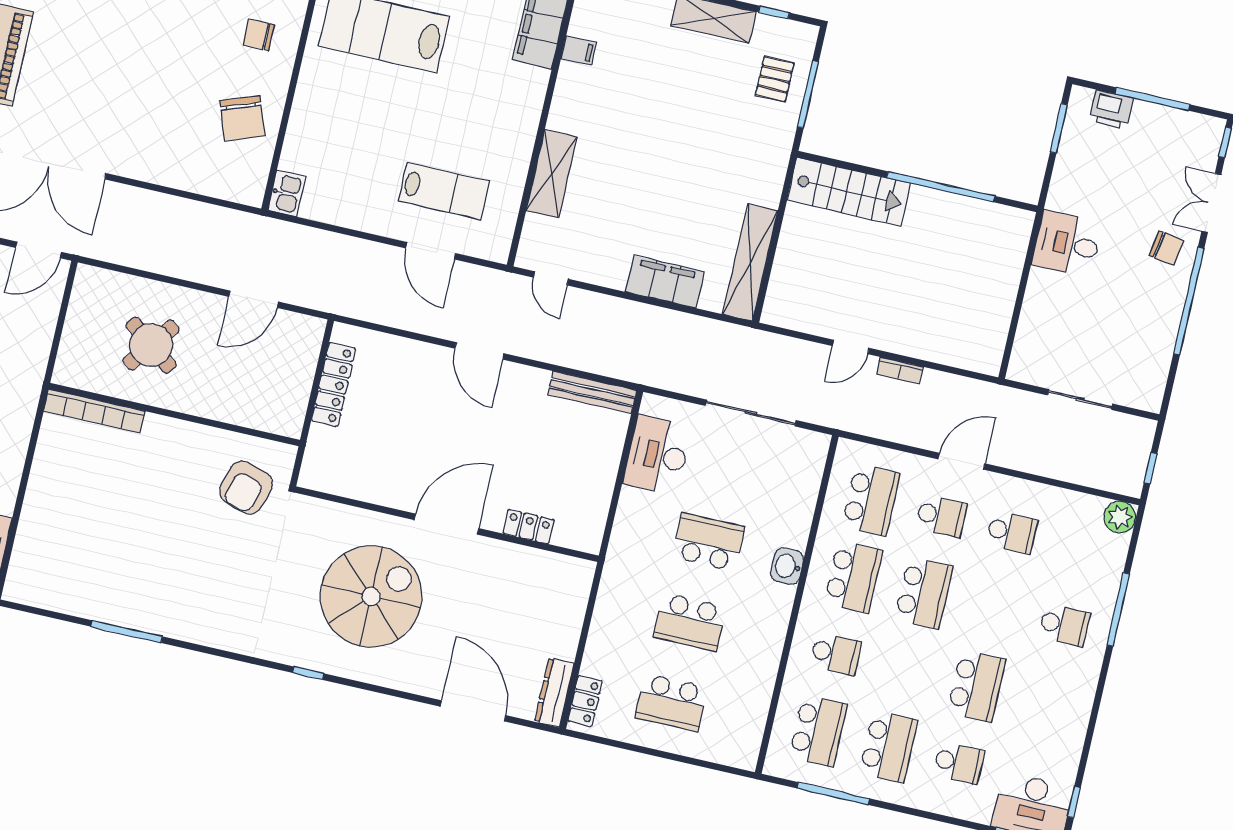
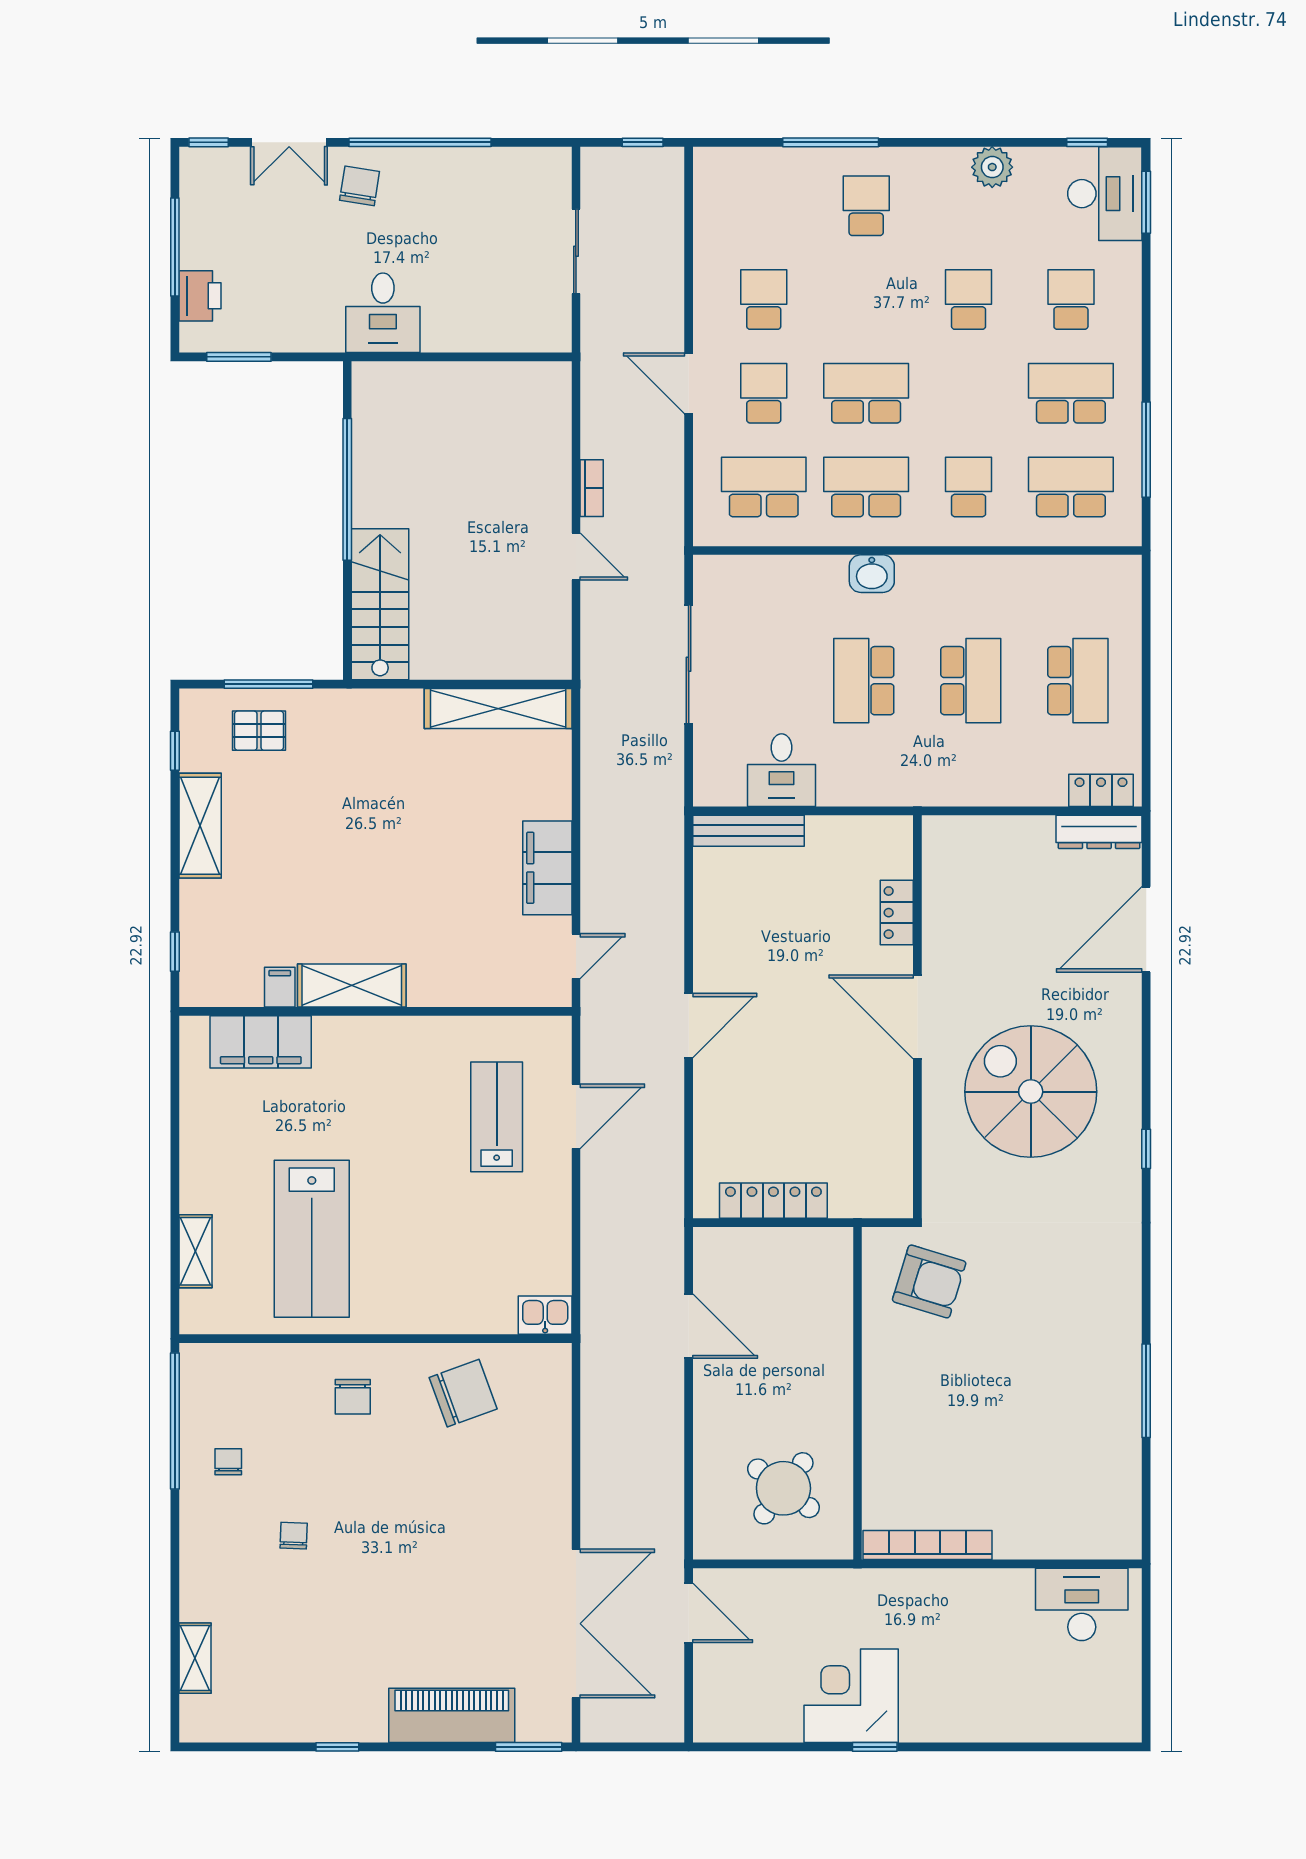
shelving: (552, 174) -> (352, 986), moved
filing cabinet: (665, 282) -> (547, 868), moved
round table: (151, 345) -> (783, 1488), moved
bench: (592, 392) -> (748, 831), moved, turned 90
bookcase: (94, 411) -> (928, 1545), moved, turned -90
desk: (657, 455) -> (781, 770), width x0.73
plant: (1120, 517) -> (992, 167), moved
school desk: (976, 686) -> (969, 300), width x0.54

